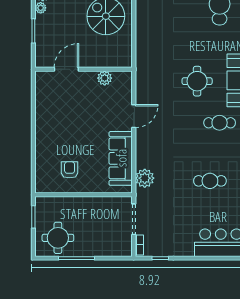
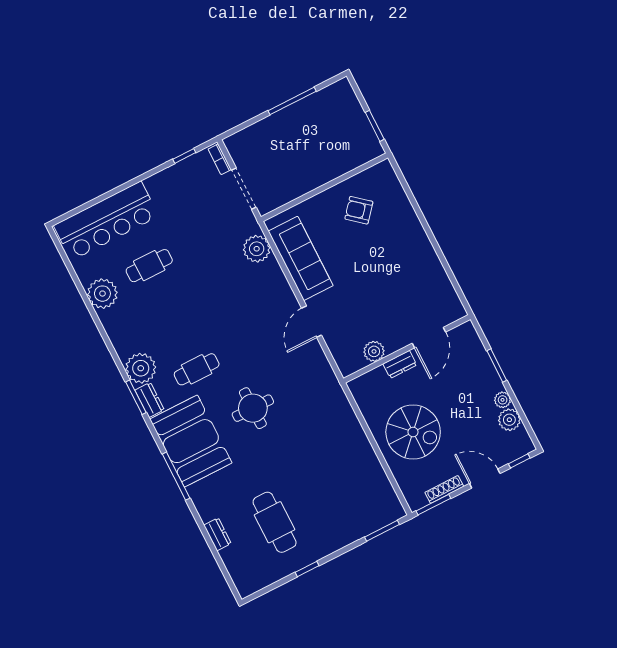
dresser: (93, 62) -> (400, 364), added
armchair: (70, 170) -> (359, 210), turned 130
cafe table: (210, 181) -> (149, 266), moved
round table: (58, 238) -> (329, 115), removed

